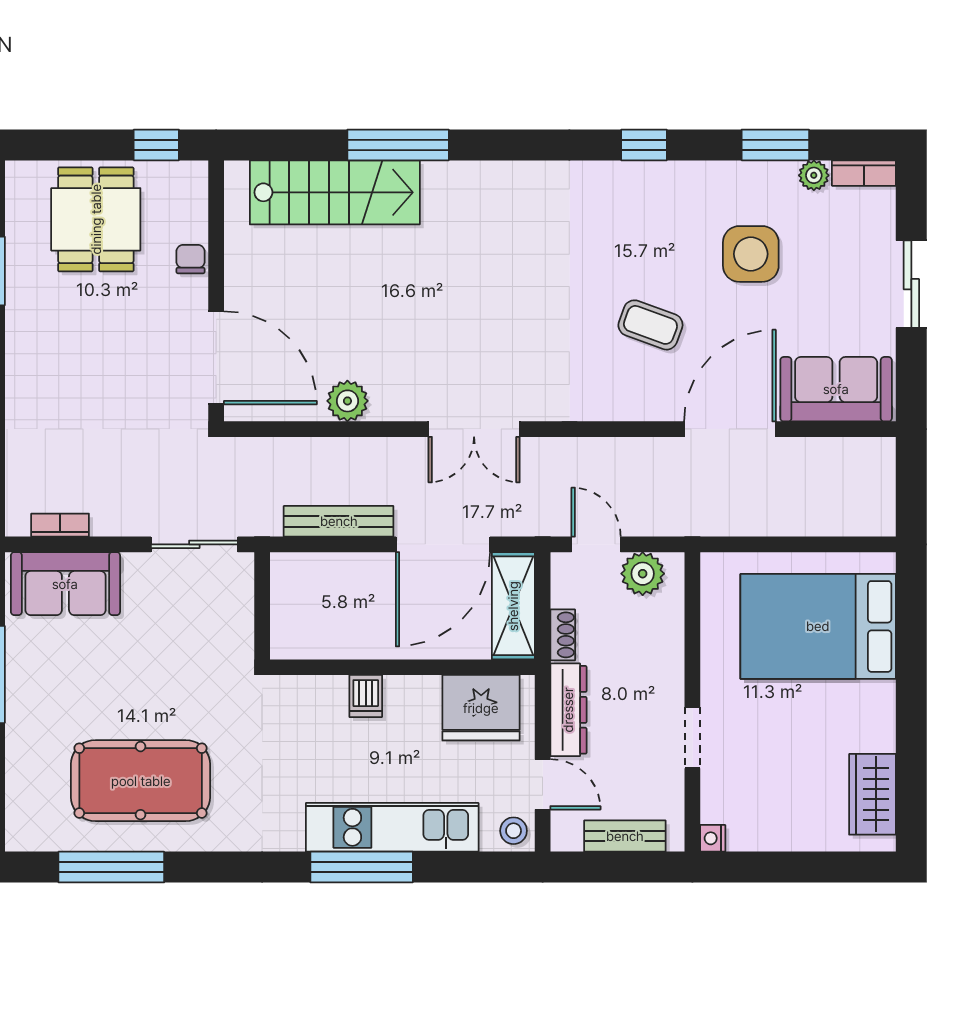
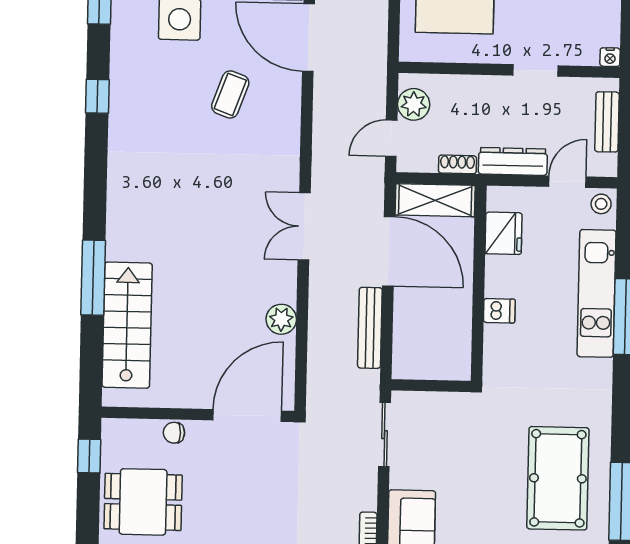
double door: (474, 429) -> (304, 226), swing flipped
fridge: (481, 708) -> (504, 233), width x0.73, depth x0.75

